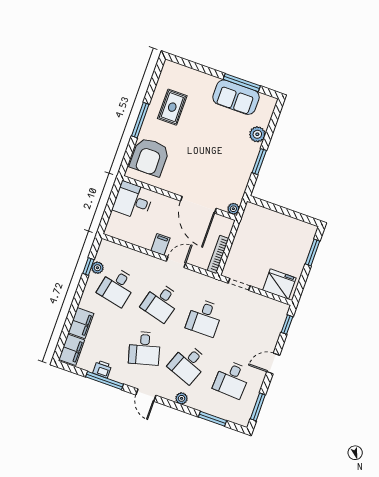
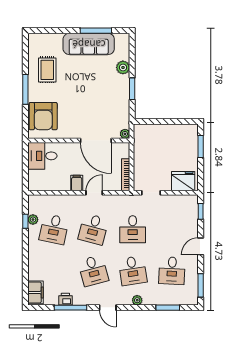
sofa: (236, 97) -> (89, 44), width x1.36
filing cabinet: (81, 323) -> (35, 269), removed
desk: (188, 364) -> (133, 271), turned -30

